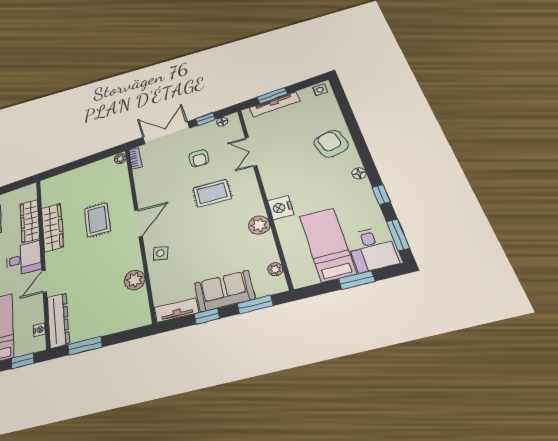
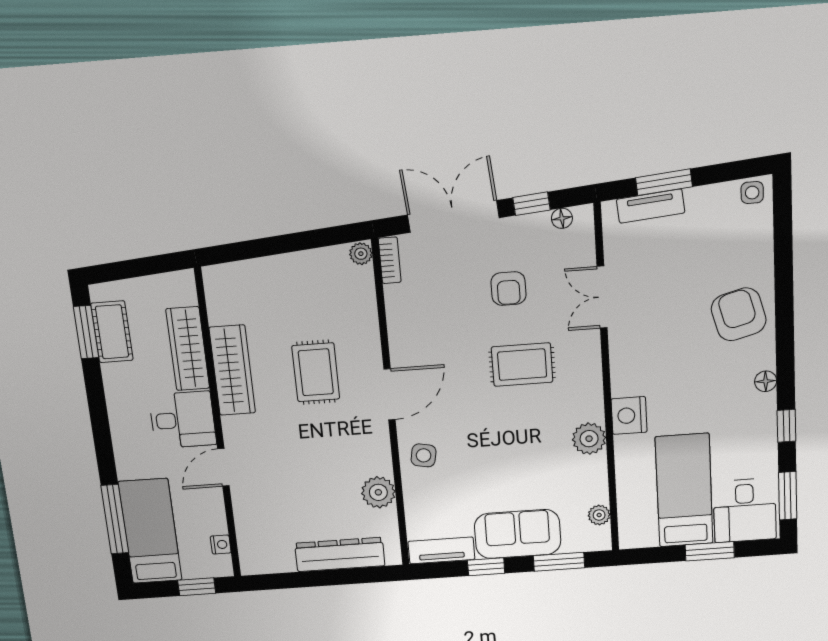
tv unit: (275, 104) -> (651, 206), width x0.71
dresser: (58, 320) -> (340, 554), moved, turned -90
window: (85, 346) -> (297, 580), removed

